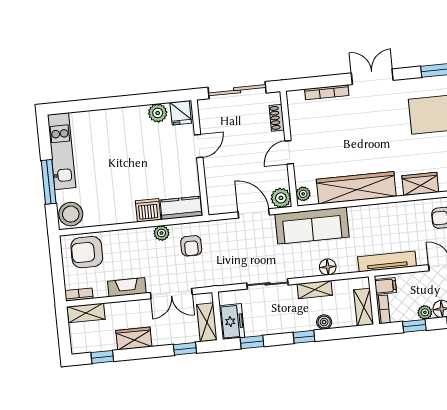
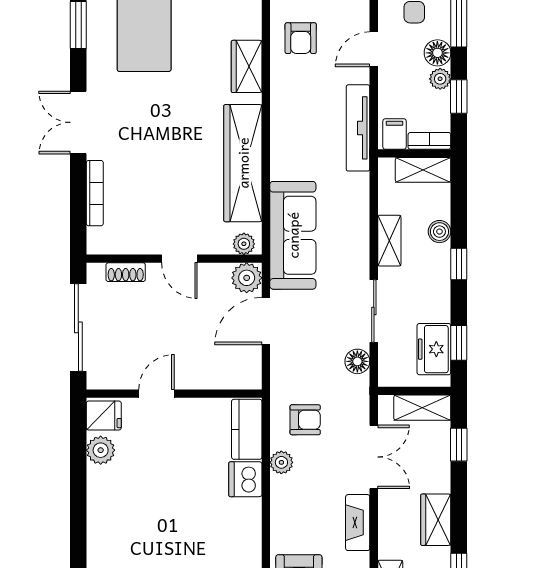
door: (199, 146) -> (156, 394), hinge flipped
floor lamp: (328, 267) -> (357, 361), moved
freezer: (232, 322) -> (434, 349), moved, turned -90

